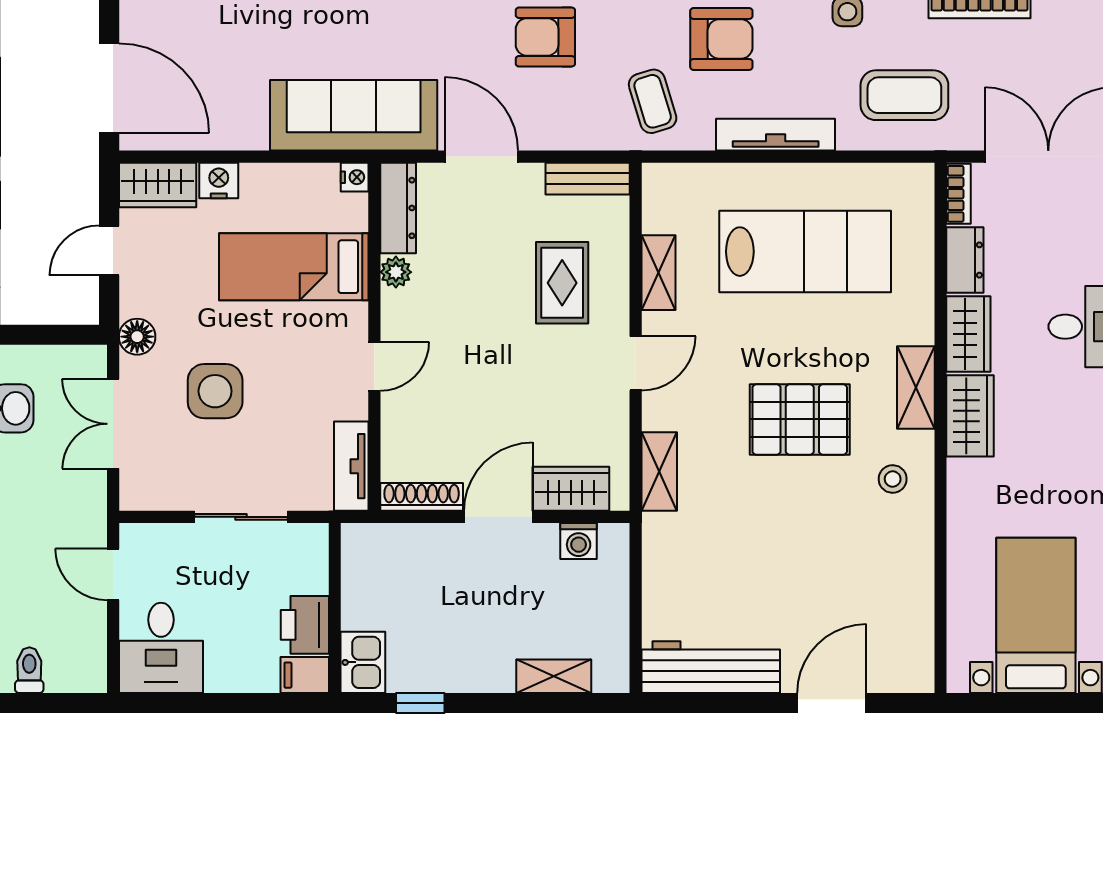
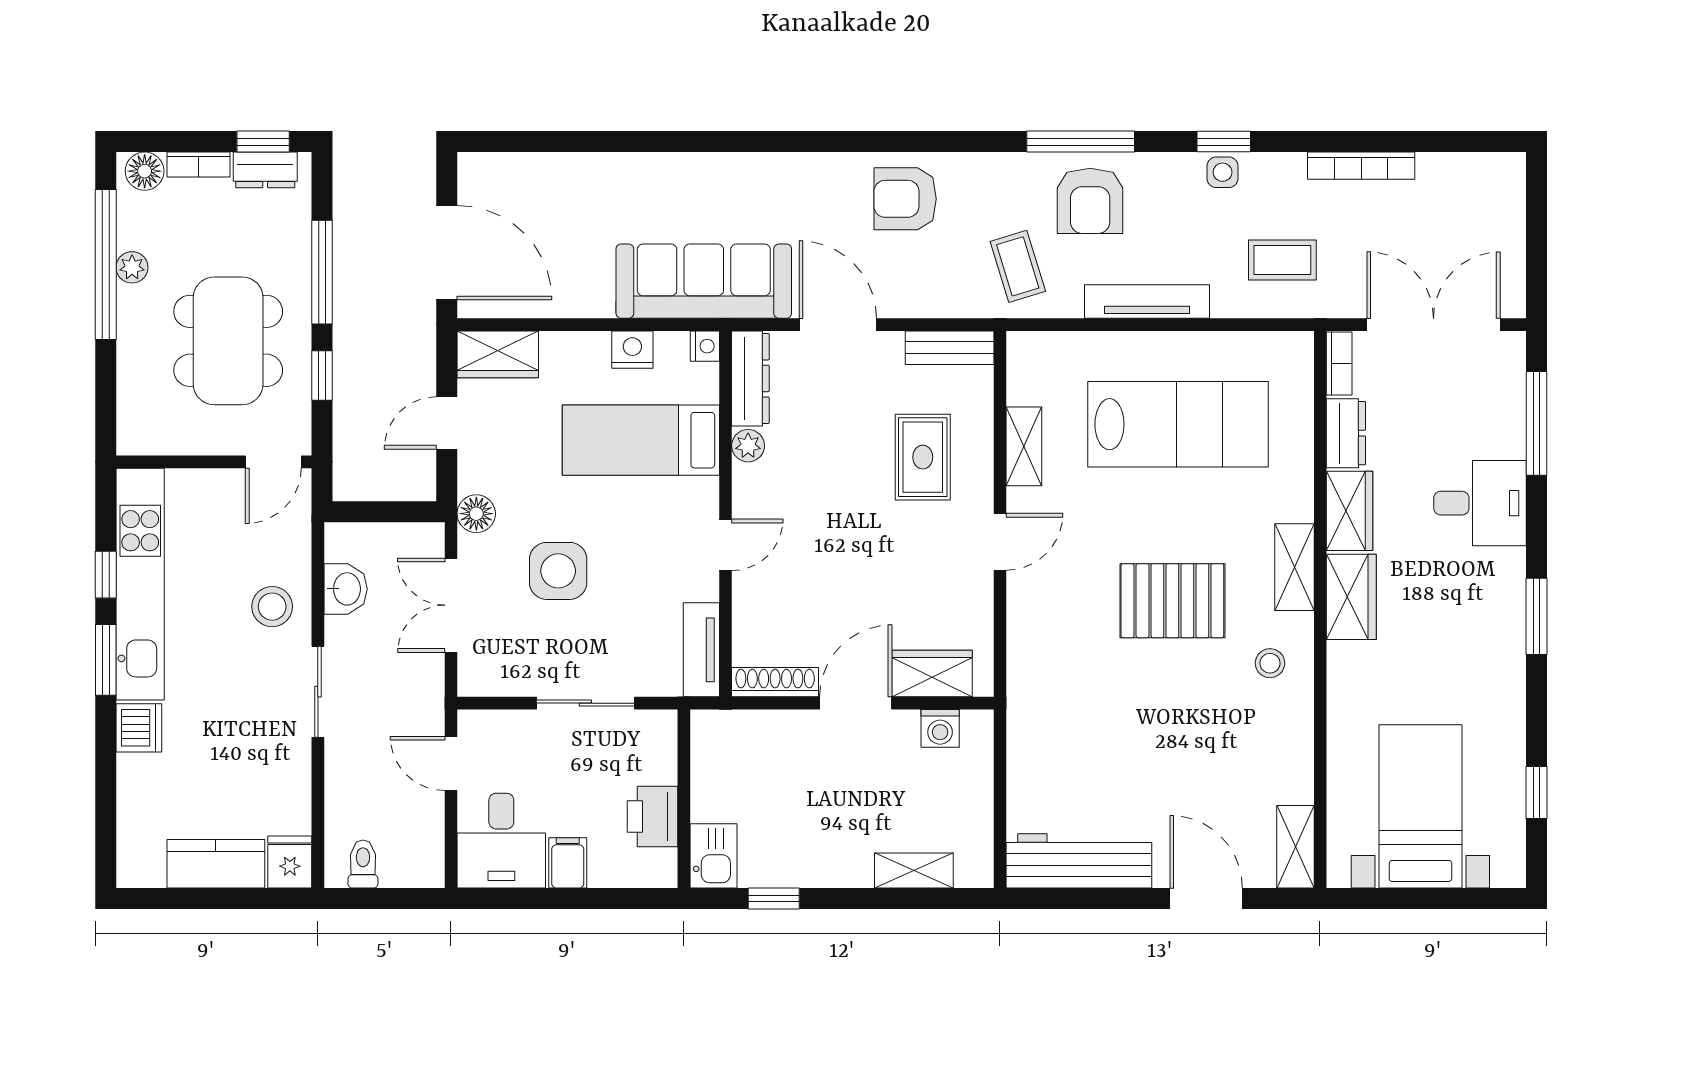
armchair: (721, 39) -> (1090, 201), turned 90
coffee table: (904, 95) -> (1282, 260), width x0.73, depth x0.77
nightstand: (219, 180) -> (632, 350), moved
shelving: (659, 472) -> (1295, 847), moved
filing cabinet: (305, 675) -> (568, 863), moved, turned 90
door: (832, 703) -> (1206, 899), hinge flipped

